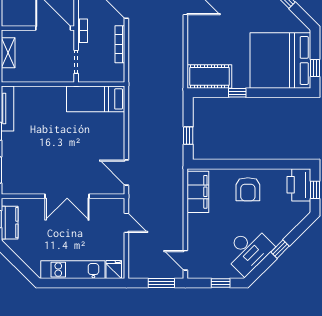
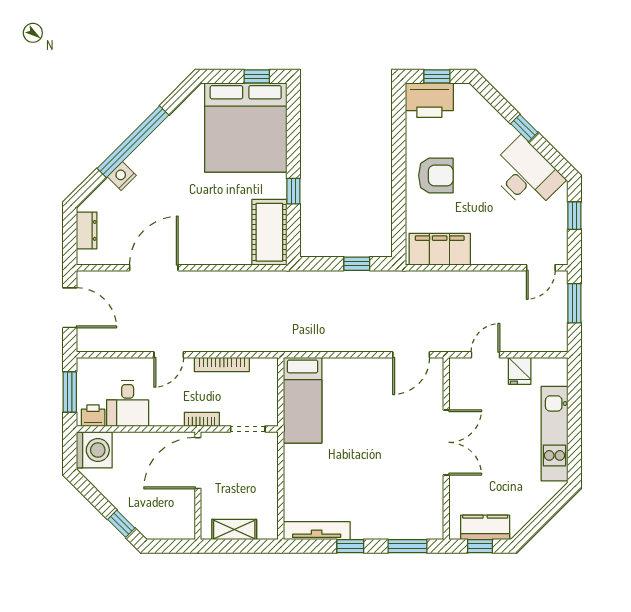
fridge: (114, 270) -> (520, 371), moved, turned -90

